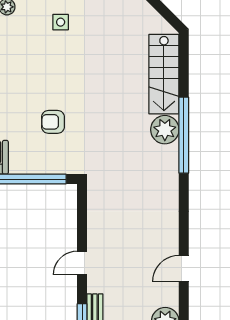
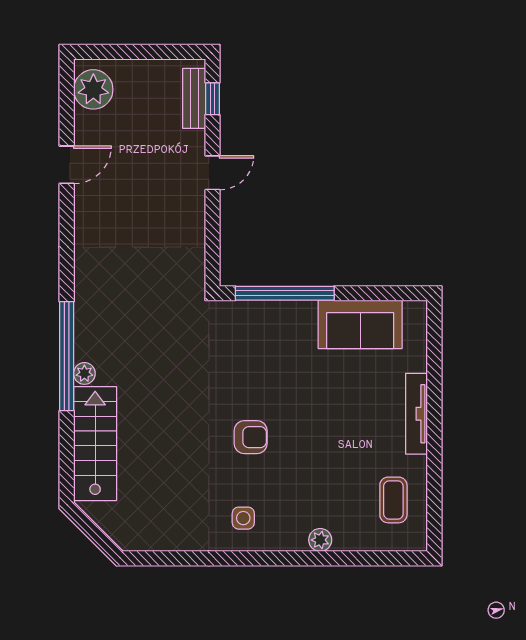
armchair: (53, 122) -> (251, 437), moved
plant: (165, 130) -> (84, 373), width x0.53, depth x0.53

